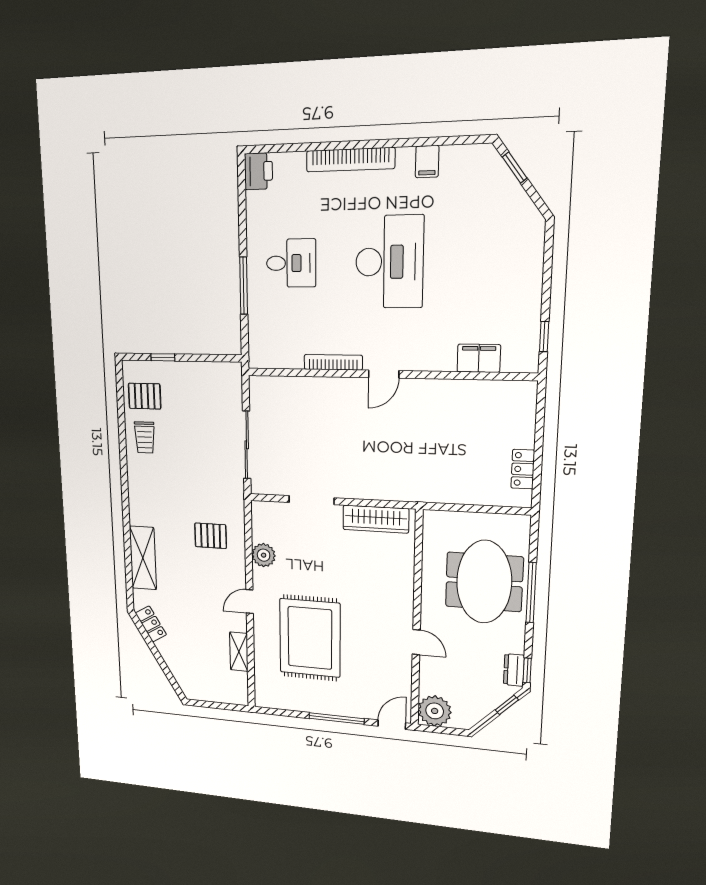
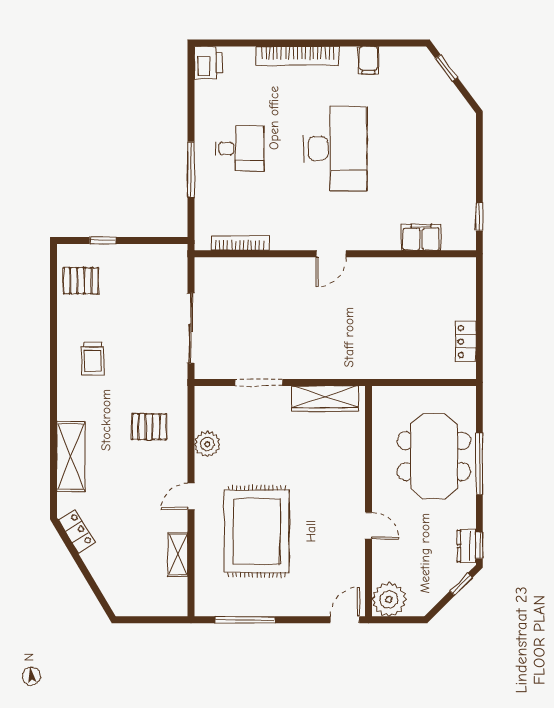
bookcase: (333, 362) -> (240, 243), moved
trolley: (145, 437) -> (93, 358), moved
window: (336, 718) -> (245, 620), moved

